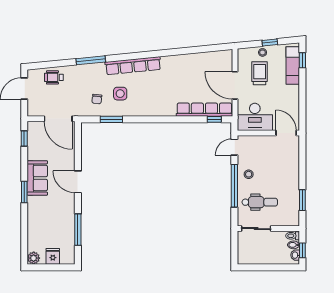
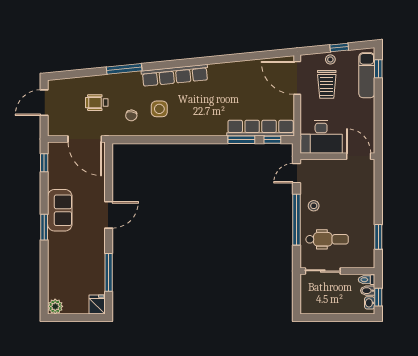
trolley: (260, 73) -> (327, 84), turned 180
wheelchair: (54, 77) -> (97, 103), moved
door: (235, 85) -> (297, 78), moved
window: (111, 119) -> (241, 140), moved
door: (78, 182) -> (109, 215), swing flipped
fridge: (53, 256) -> (97, 304), moved

